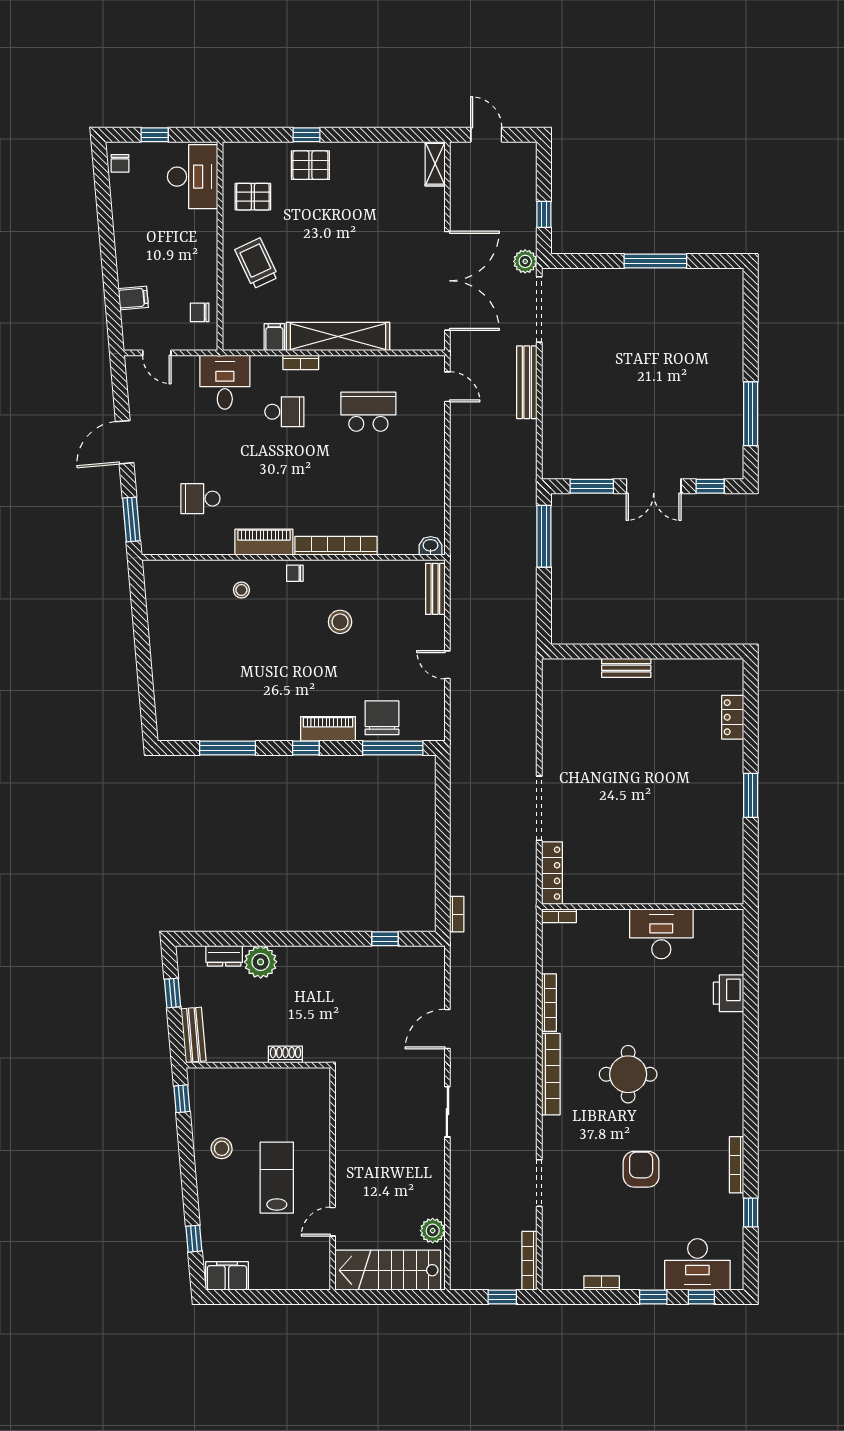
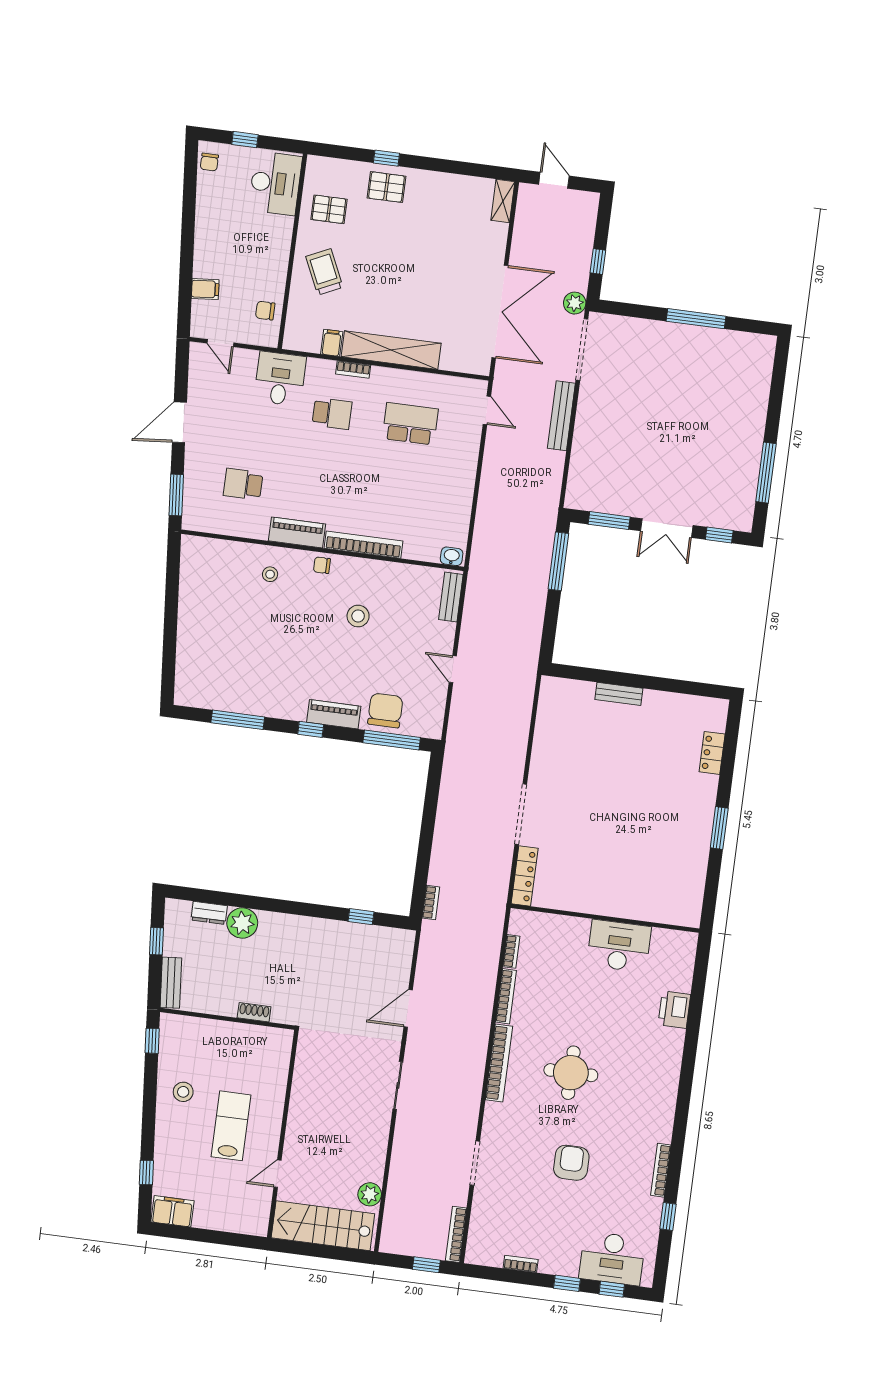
bookcase: (559, 916) -> (511, 951), moved, turned -90

